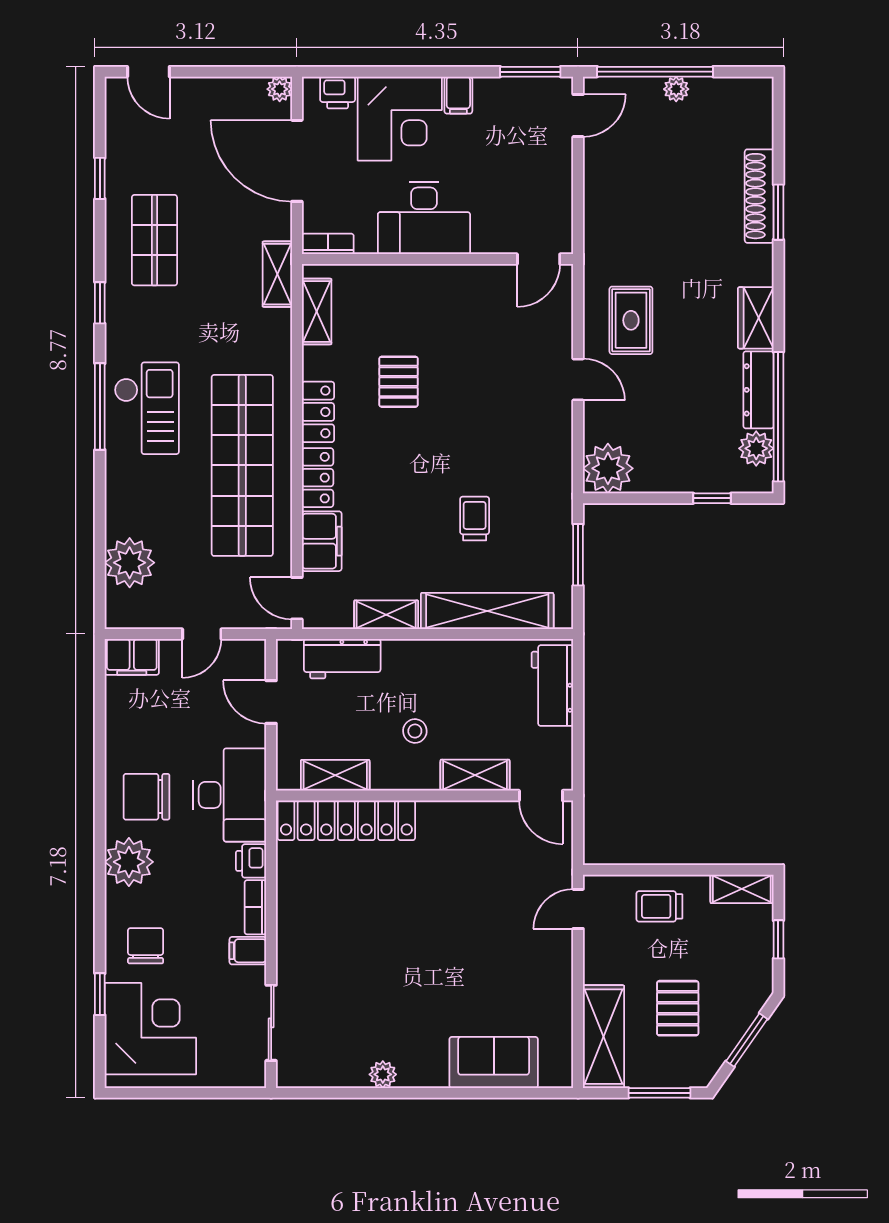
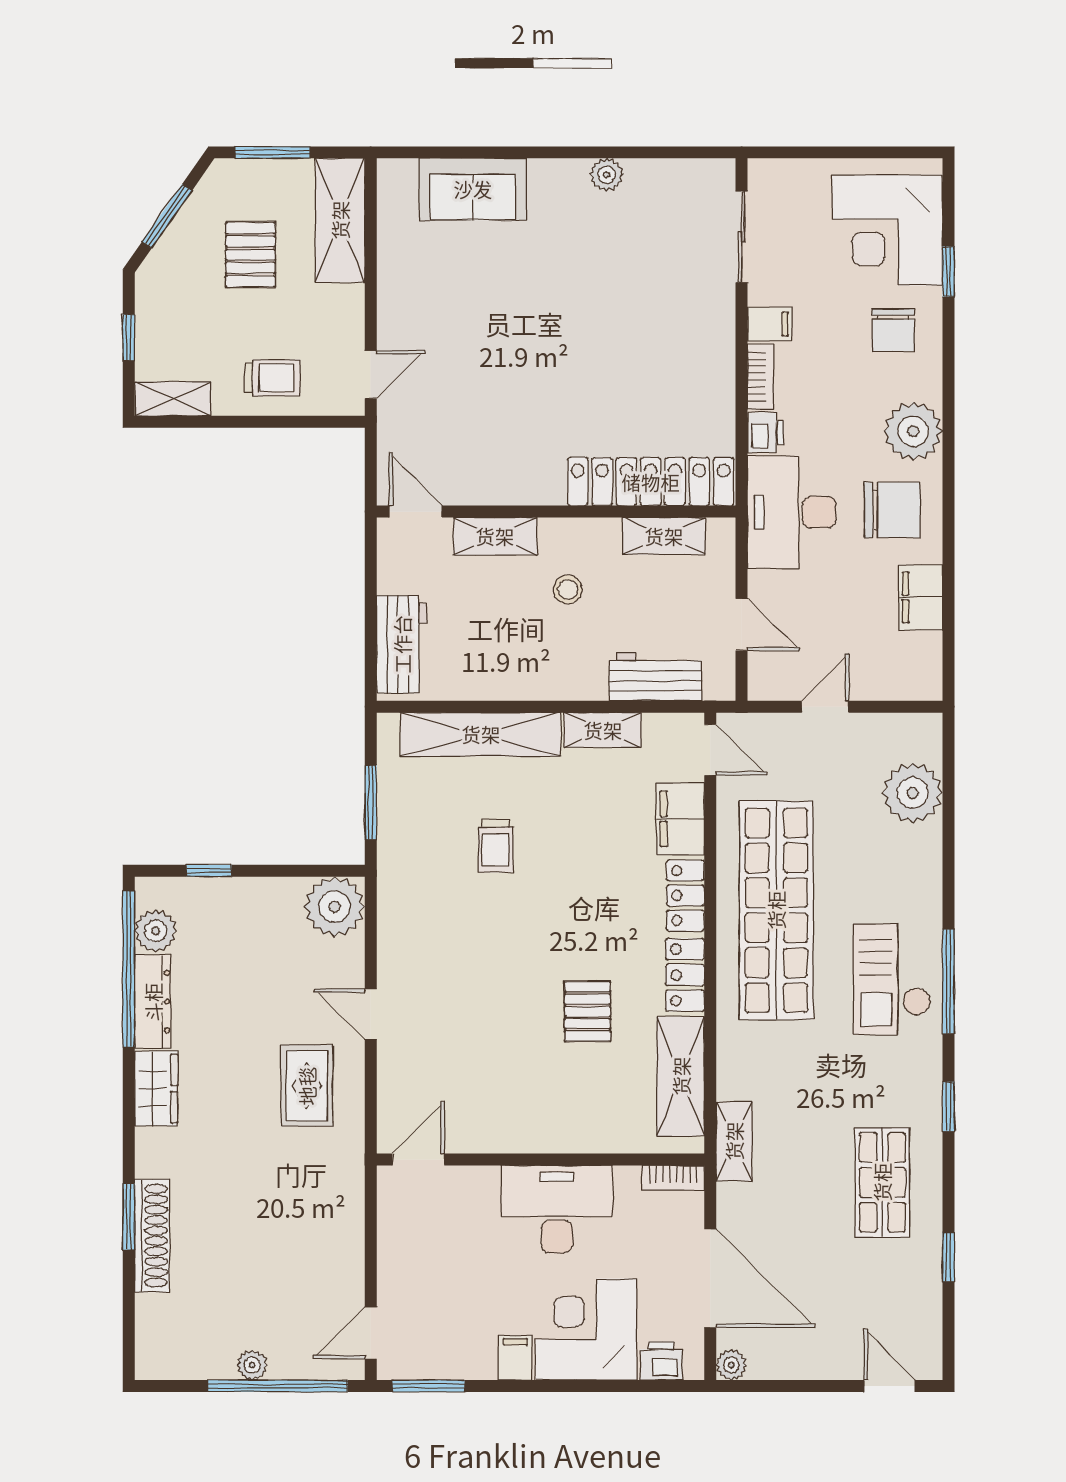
shelving: (317, 312) -> (681, 1076), width x1.50, depth x1.33
filing cabinet: (132, 657) -> (921, 597), moved, turned -90

